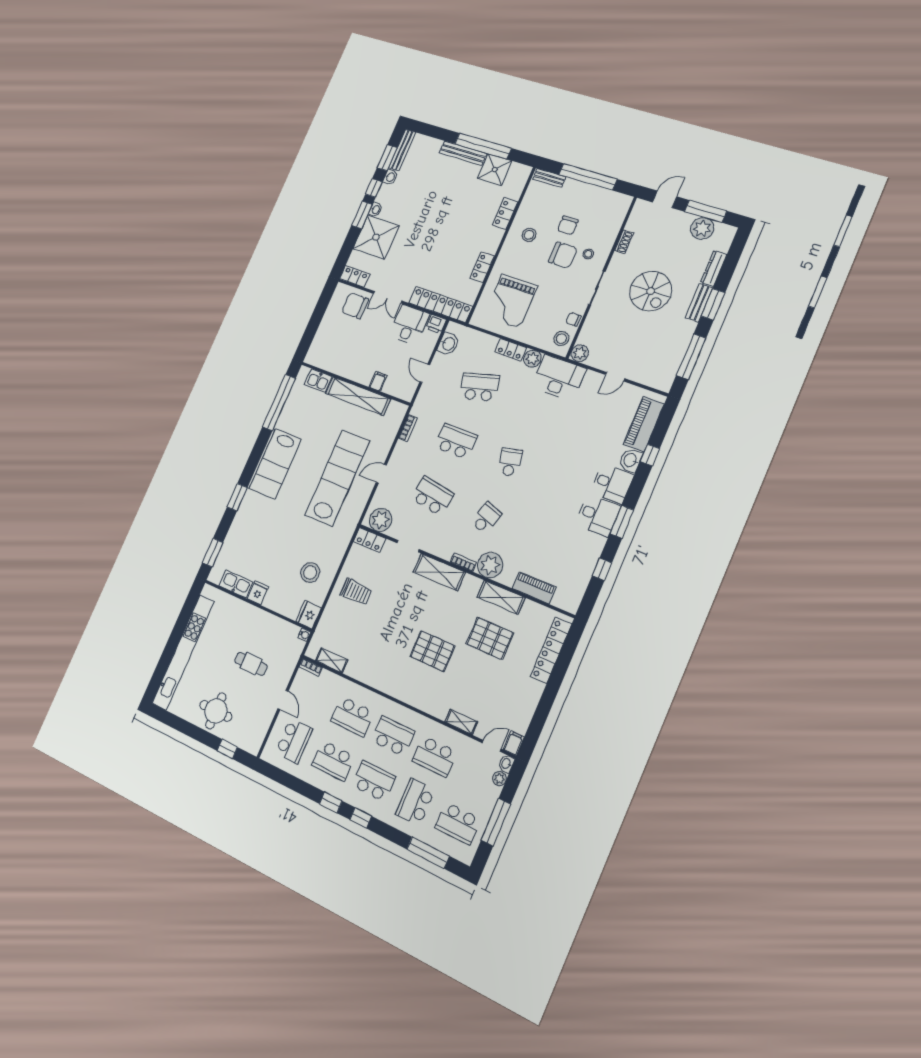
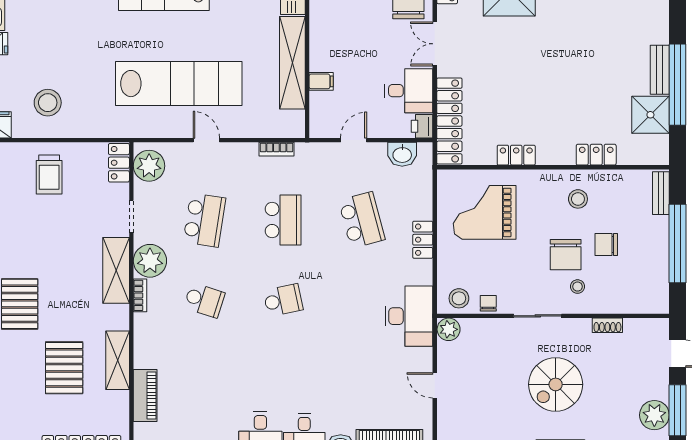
bench: (463, 153) -> (660, 70), width x0.73
plant: (532, 359) -> (421, 273), removed
plant: (490, 565) -> (150, 261), moved

